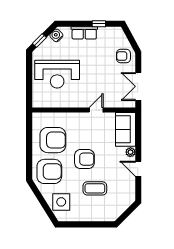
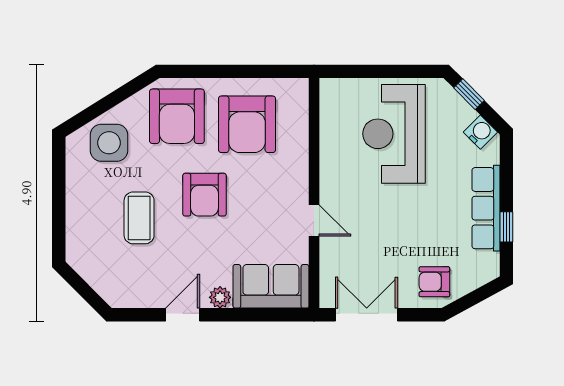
row of seats: (84, 33) -> (486, 208), width x1.48
armchair: (123, 56) -> (434, 282), turned -90

